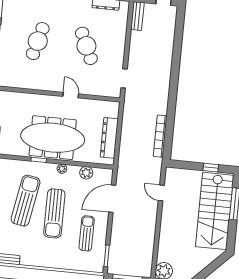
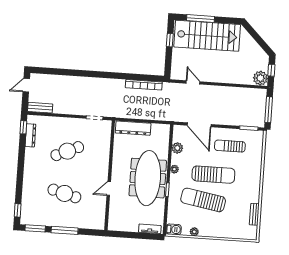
door: (71, 95) -> (109, 189), moved
dresser: (109, 138) -> (133, 128), moved
door: (161, 193) -> (193, 82), swing flipped

